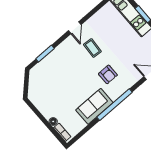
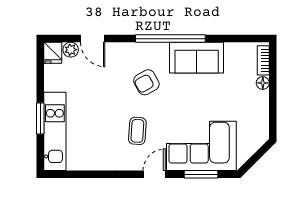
door: (75, 28) -> (154, 174), moved
corner sofa: (56, 67) -> (201, 146), added
armchair: (108, 74) -> (146, 82), turned -119

